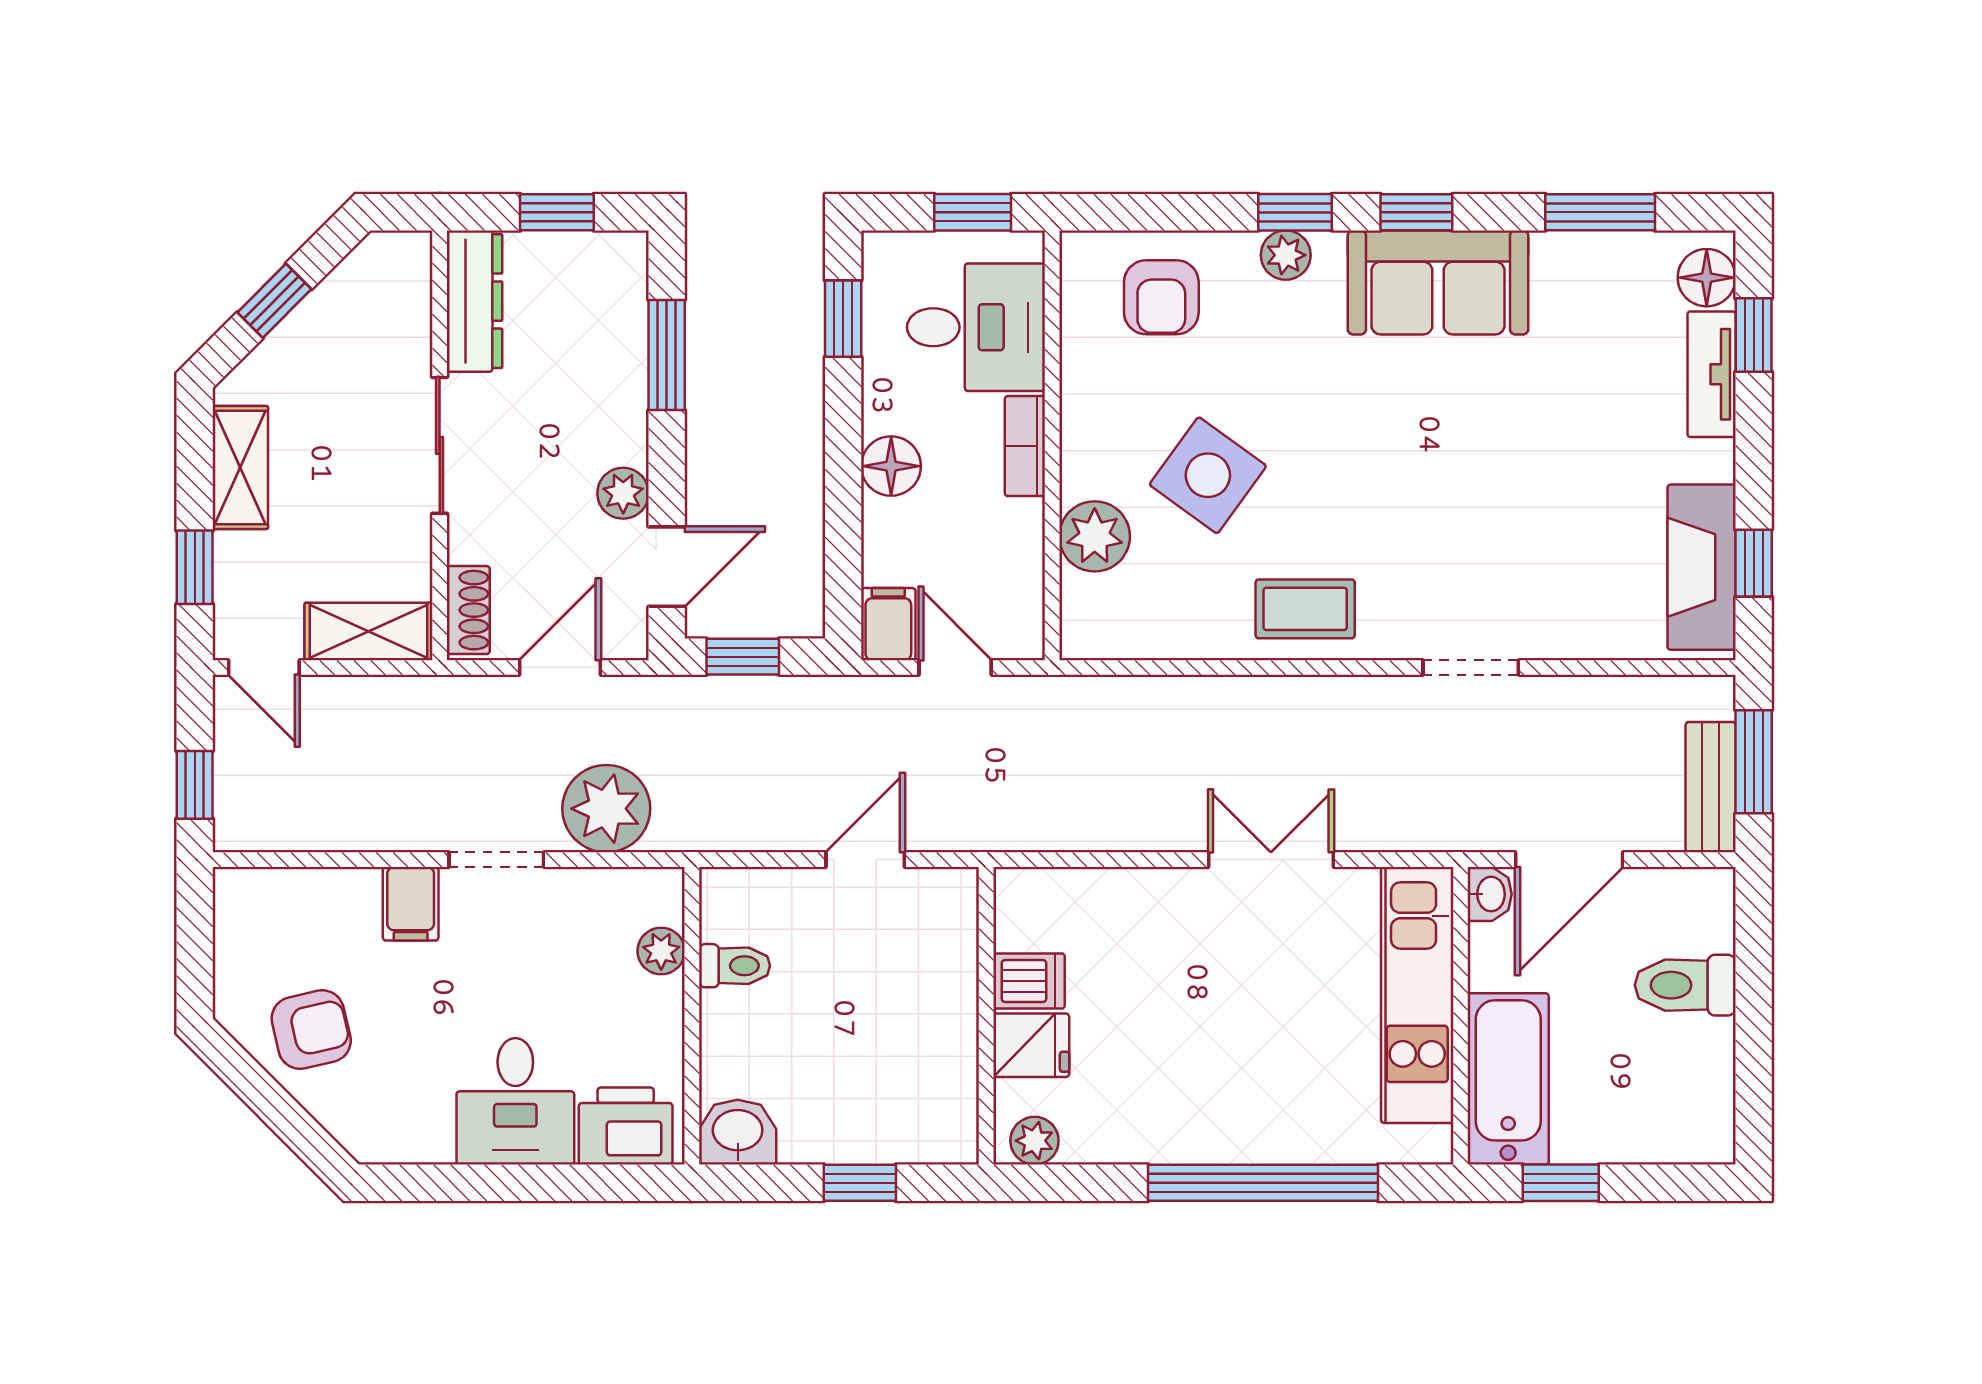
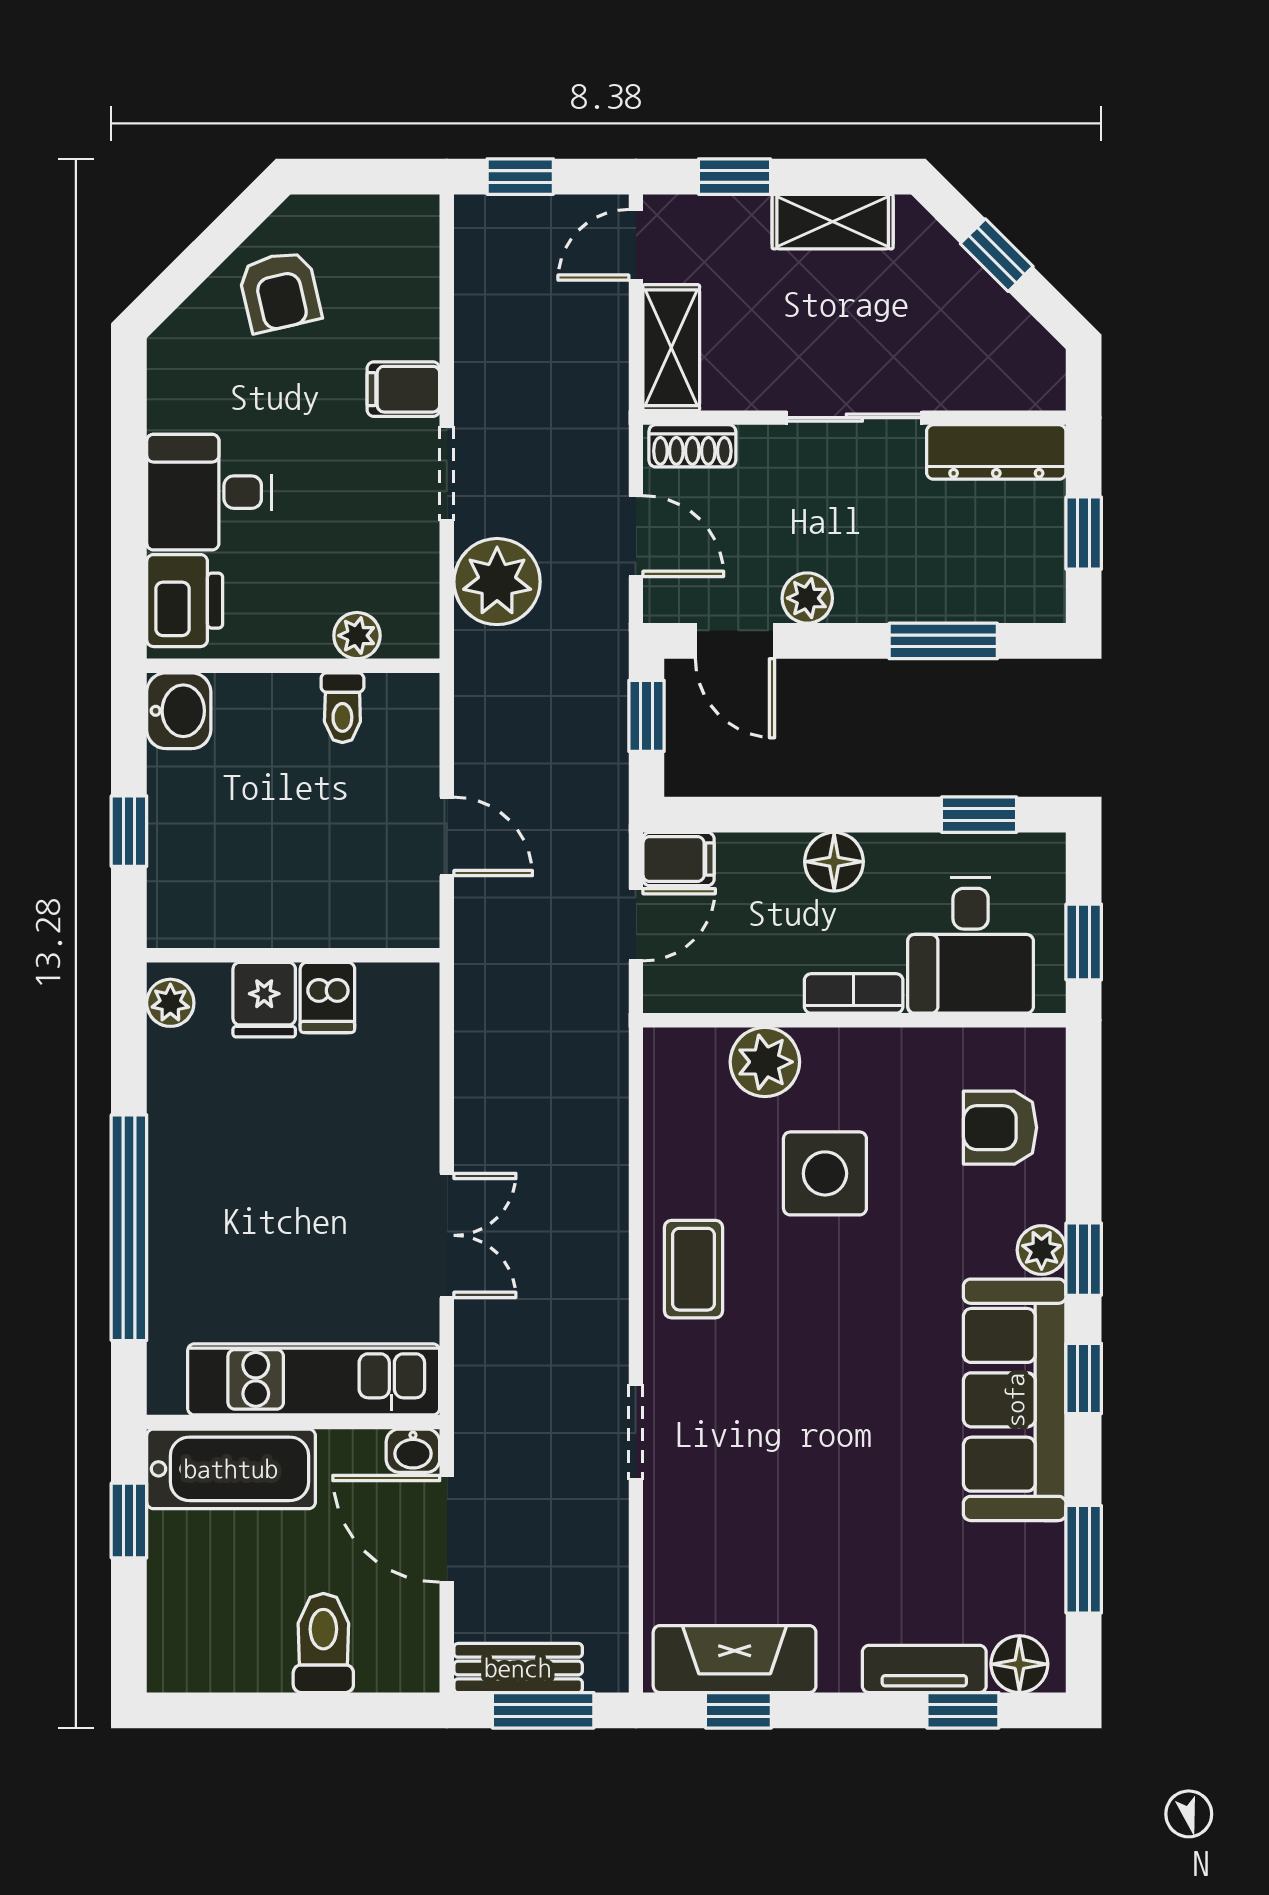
sofa: (1438, 282) -> (1015, 1400), width x1.36
side table: (1208, 475) -> (825, 1173), turned -36

